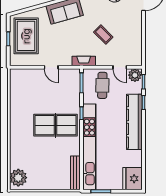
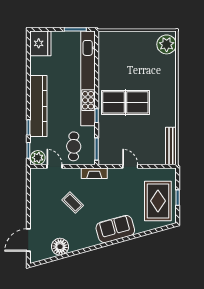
bench: (75, 173) -> (171, 146), moved

